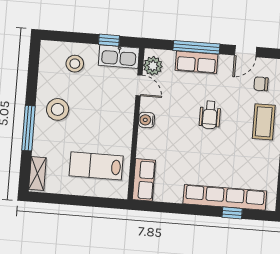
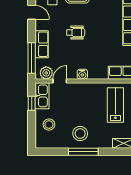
window: (196, 47) -> (32, 58), moved
window: (28, 128) -> (83, 152), moved
lab bench: (96, 166) -> (115, 105), turned 180

